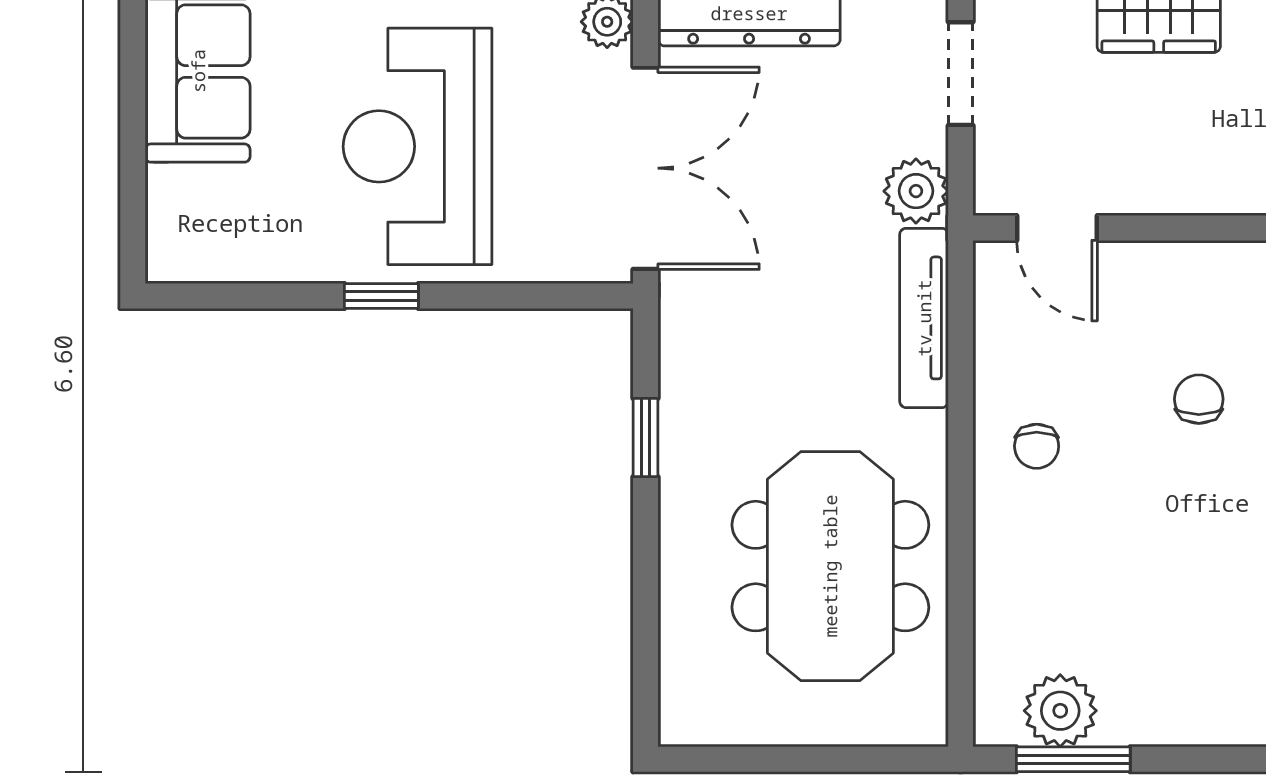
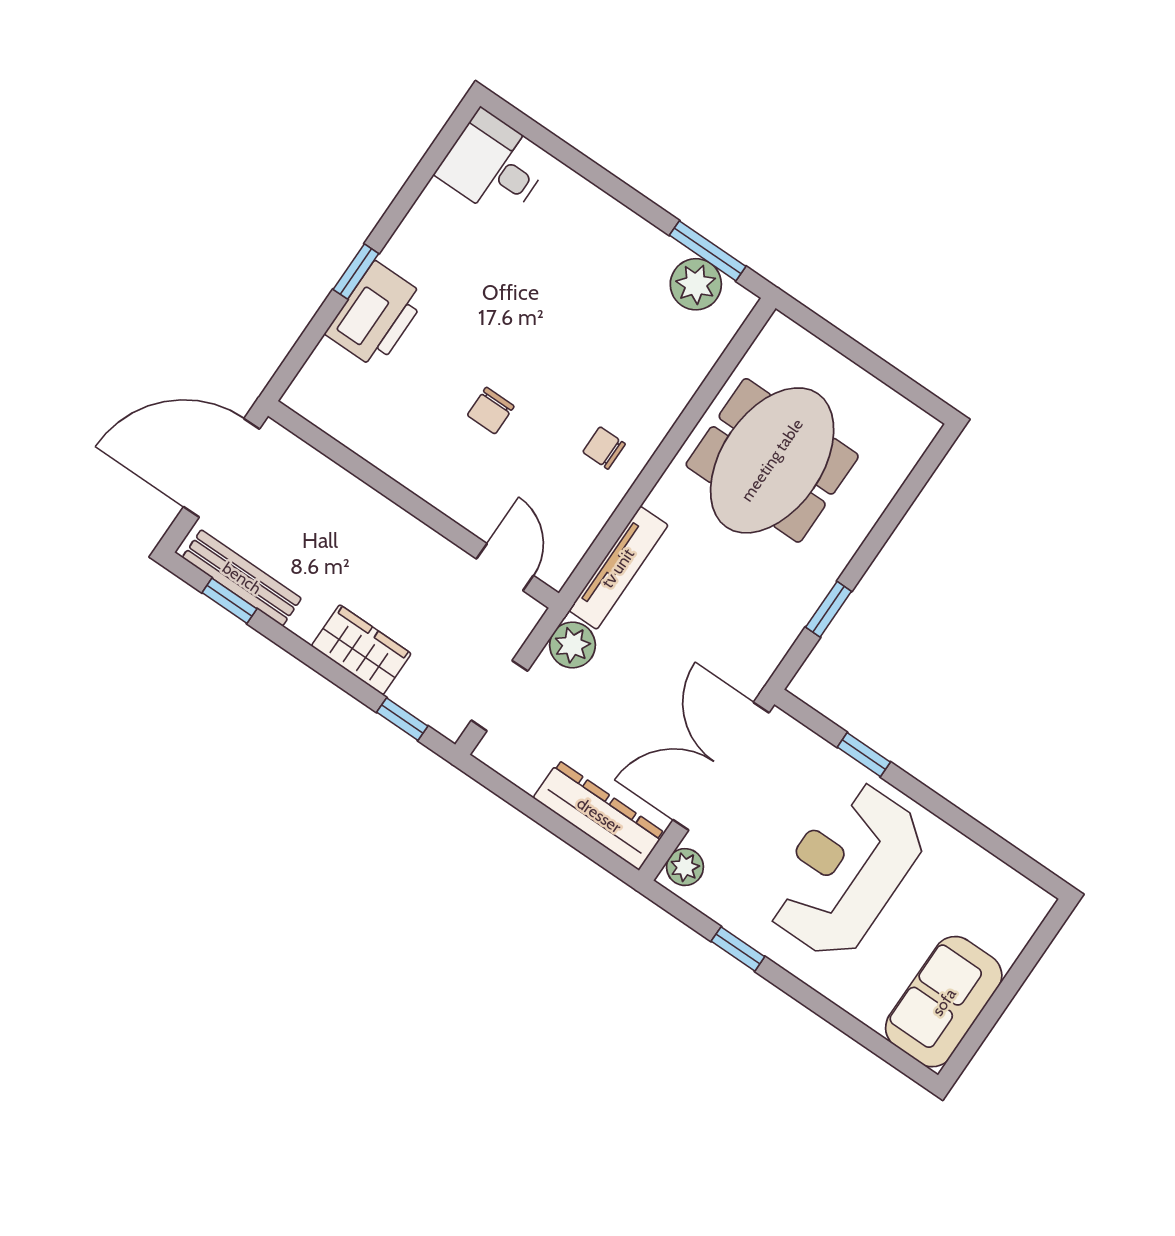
reception desk: (418, 146) -> (845, 870), turned 180
window: (381, 296) -> (864, 755), moved
chair: (1037, 446) -> (604, 448), turned -90

